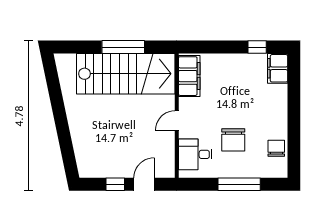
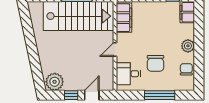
plant: (279, 115) -> (188, 46), added
plant: (92, 166) -> (55, 82), added

